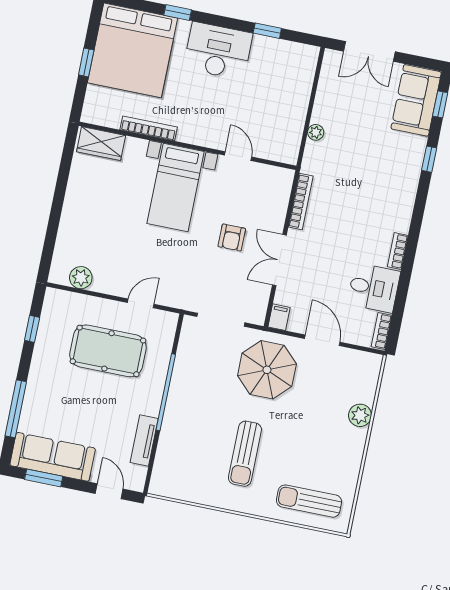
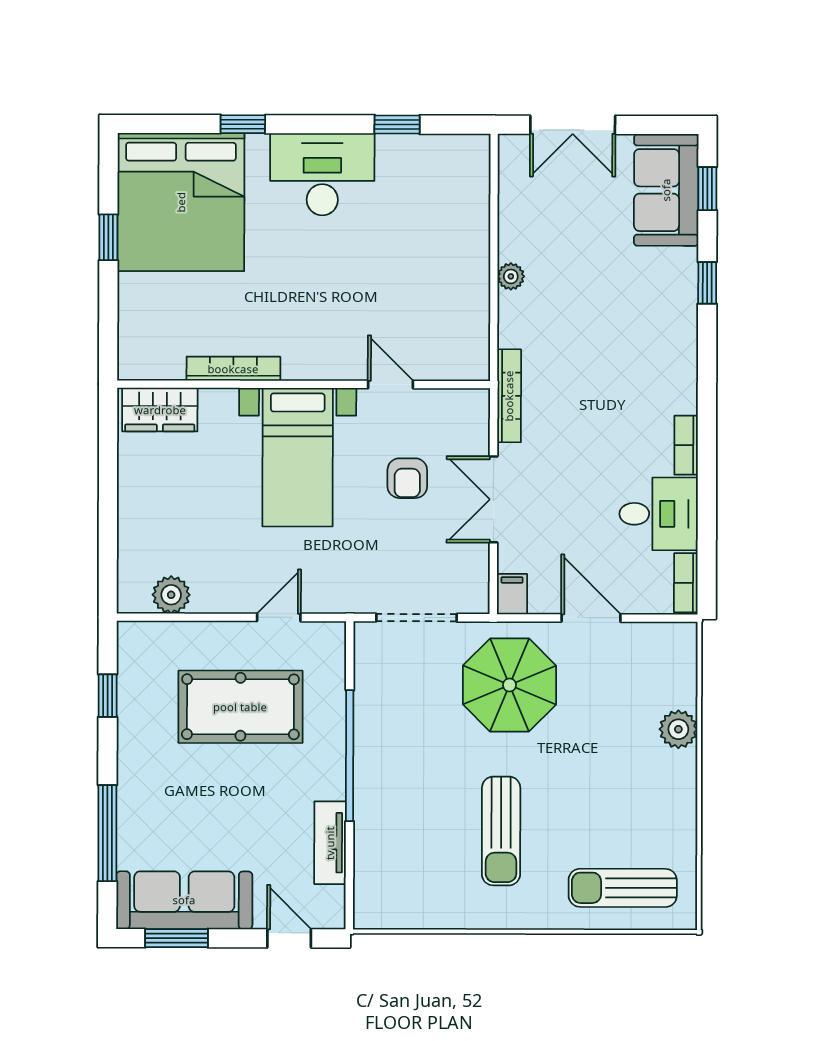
bookcase: (149, 128) -> (233, 369), moved
wardrobe: (101, 144) -> (160, 410), moved
wall: (188, 146) -> (304, 384), moved
door: (238, 156) -> (391, 384), moved
bed with nightstands: (176, 187) -> (298, 457), moved

